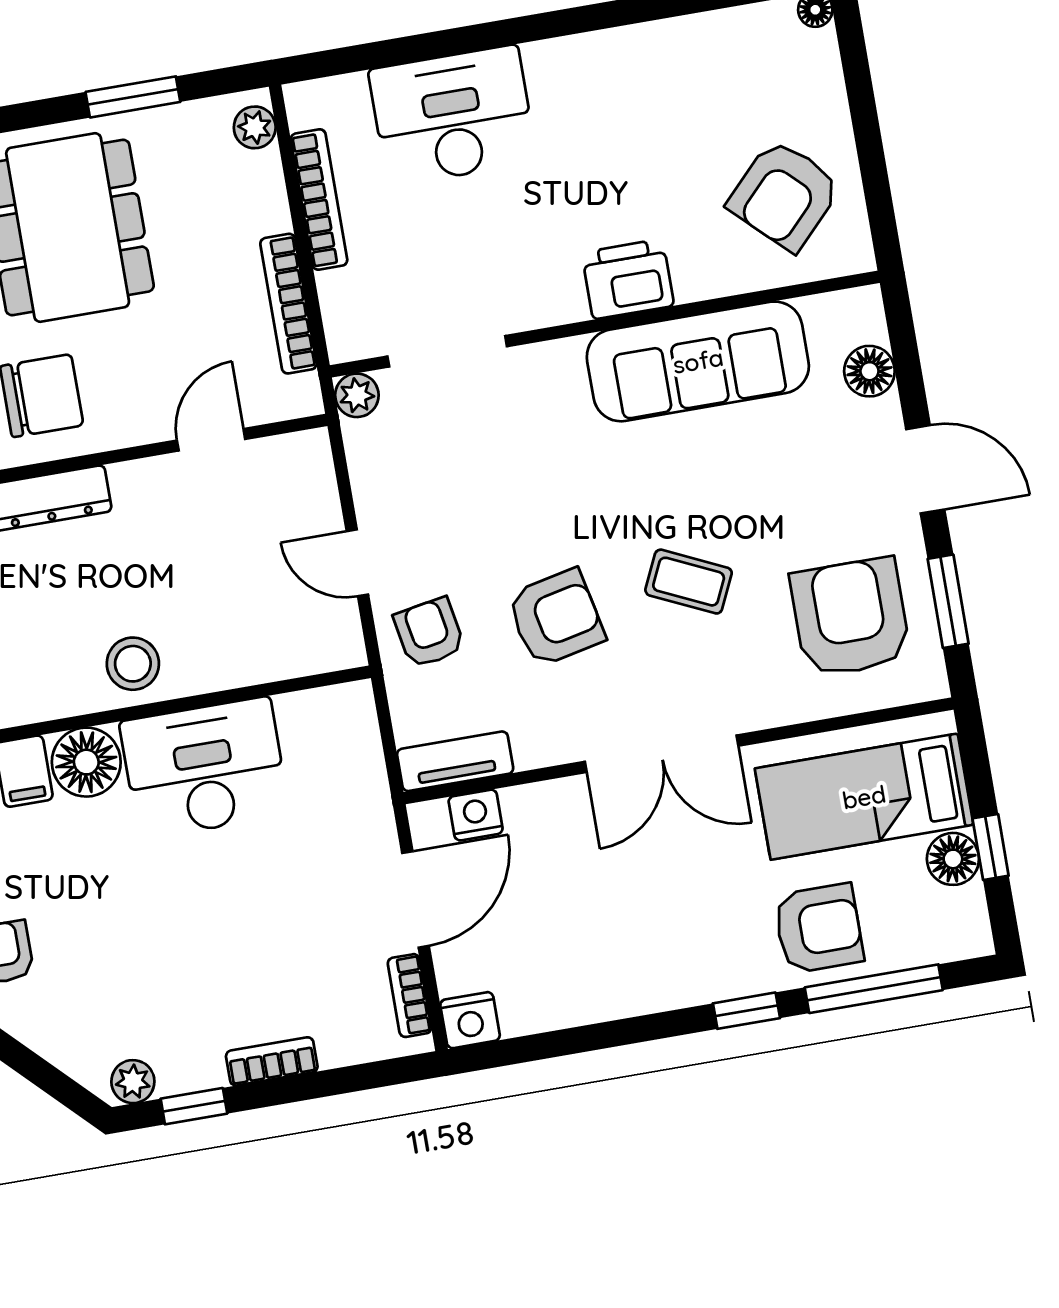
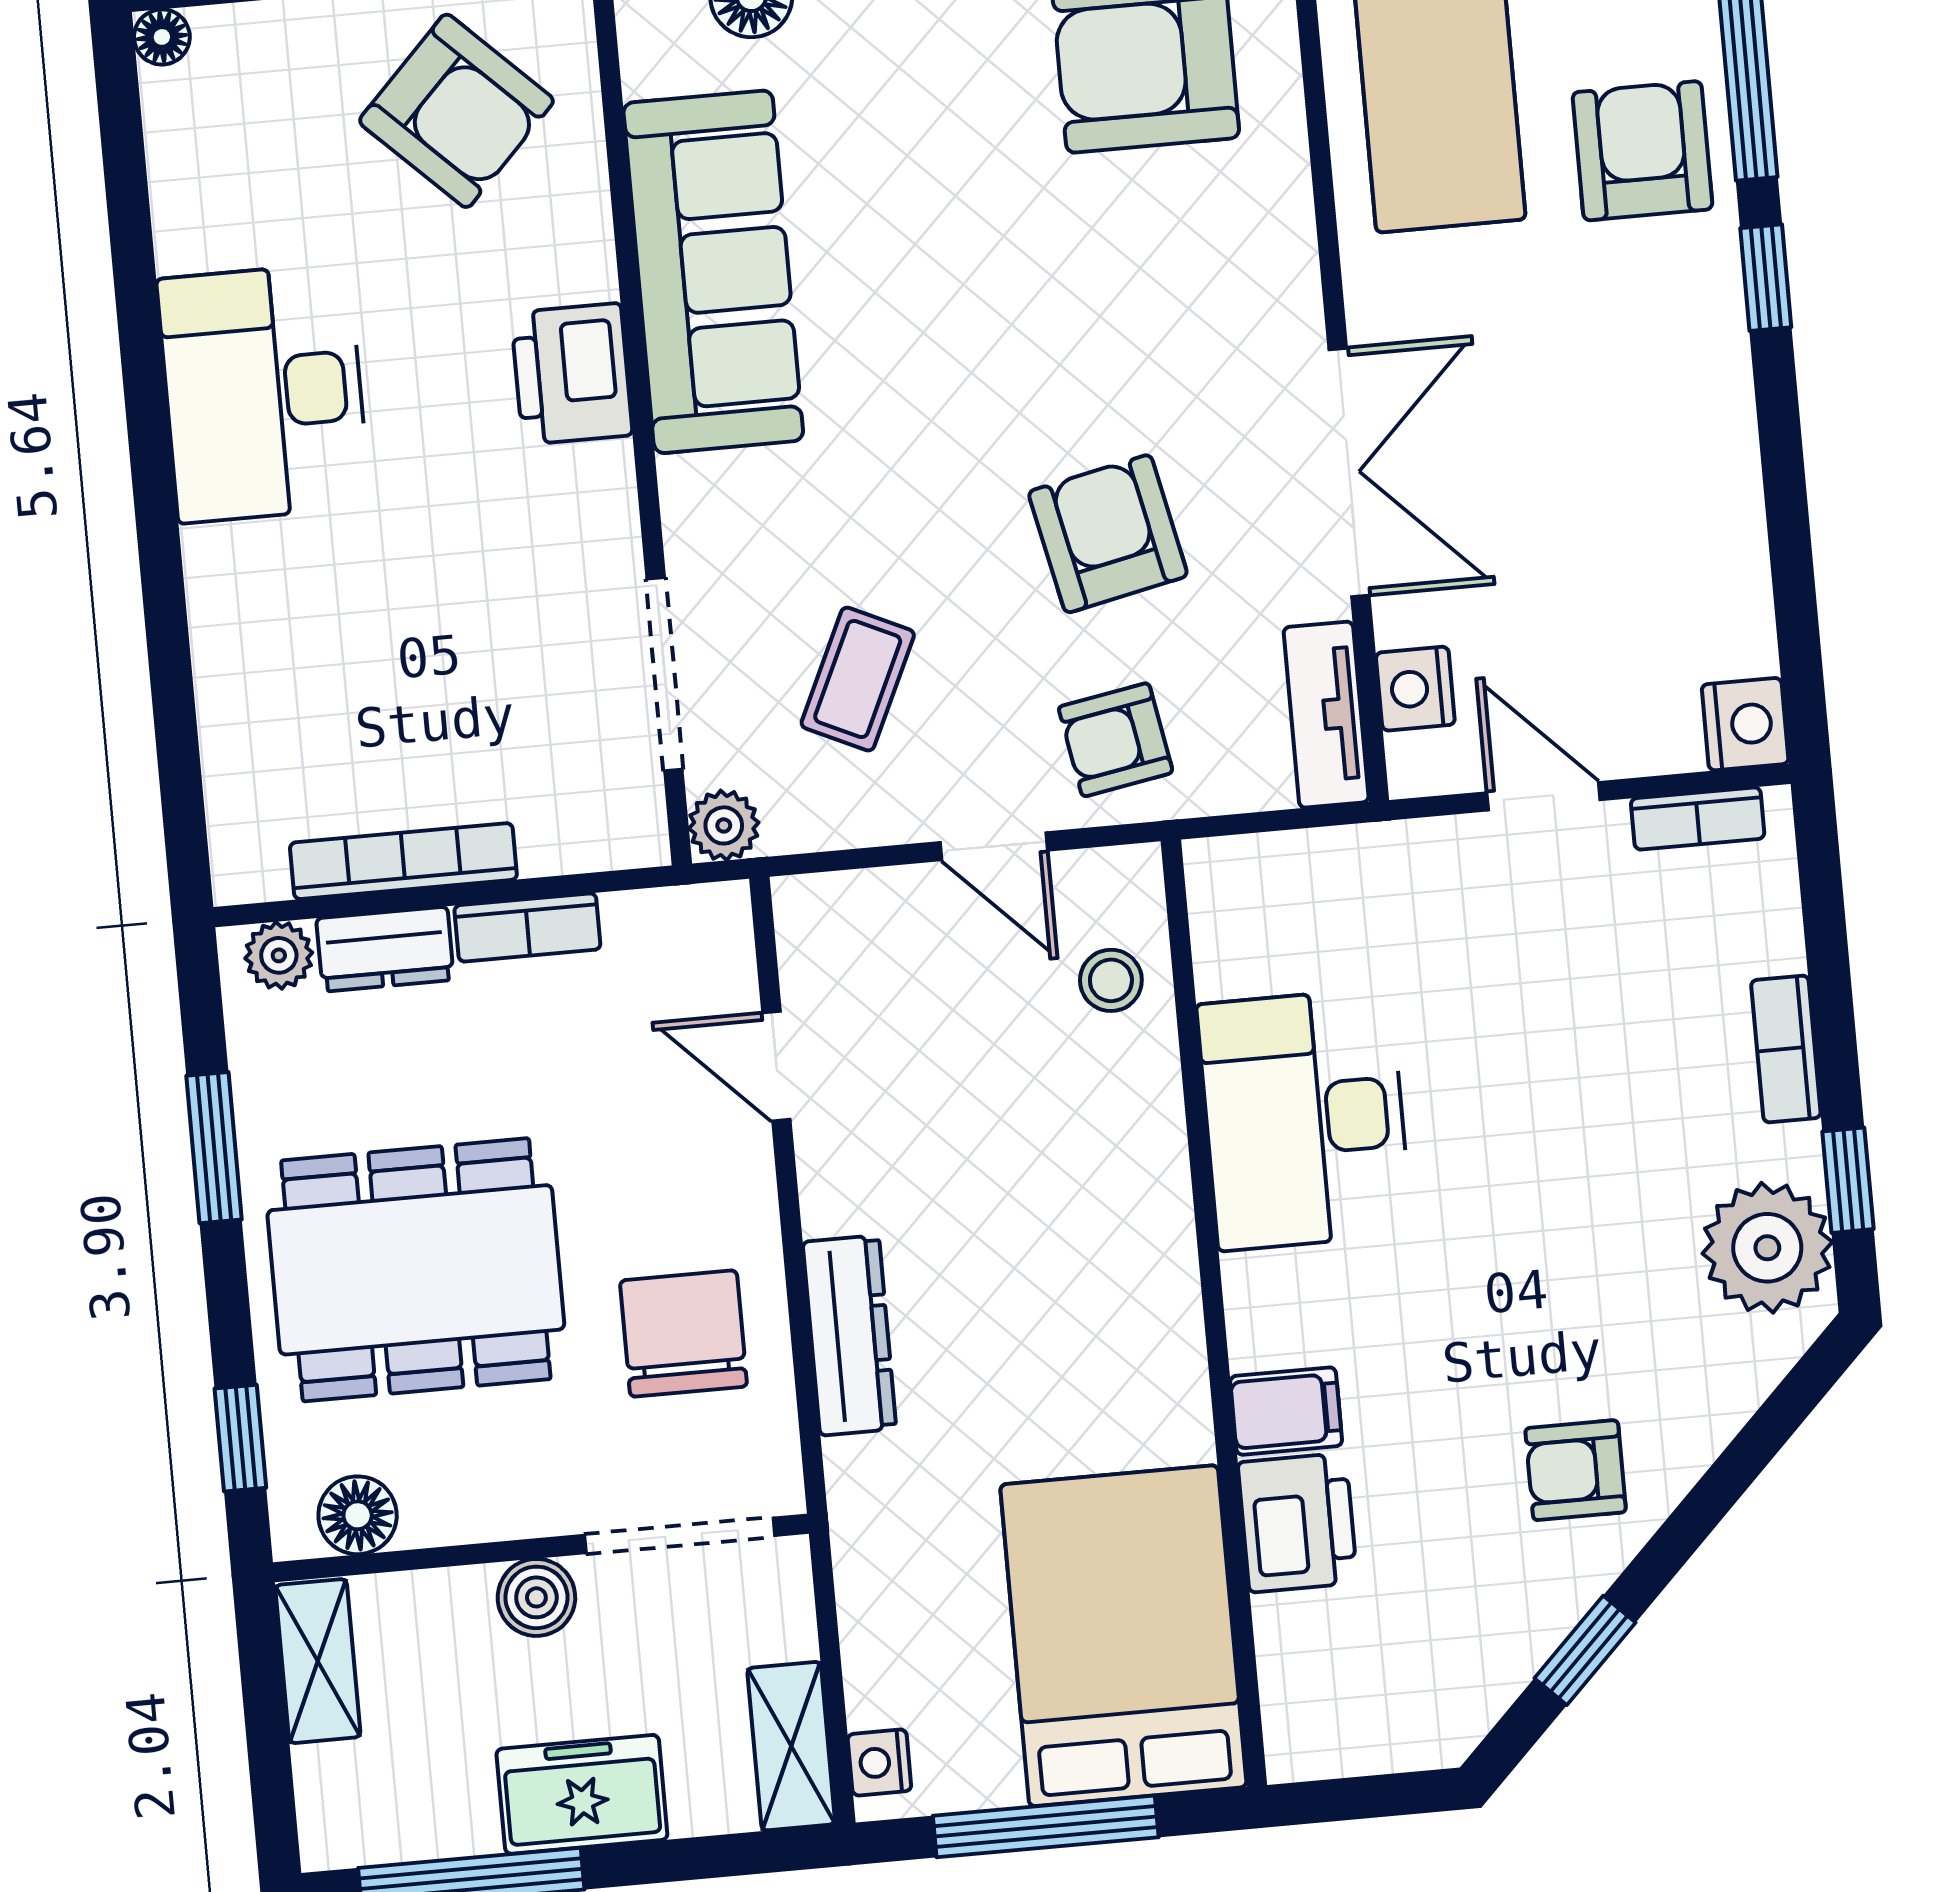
desk: (453, 116) -> (264, 393), moved
dresser: (264, 193) -> (385, 949), added
bookcase: (288, 304) -> (527, 927), width x0.64
door: (357, 563) -> (994, 846), hinge flipped
coffee table: (689, 582) -> (858, 679), moved
stool: (133, 664) -> (1111, 980), moved, width x0.73, depth x0.73
double door: (662, 754) -> (1349, 472), moved
floor lamp: (86, 762) -> (1280, 1309), removed
door: (416, 899) -> (1544, 796), width x0.73
plant: (133, 1082) -> (1767, 1248), width x1.88, depth x1.88

